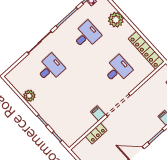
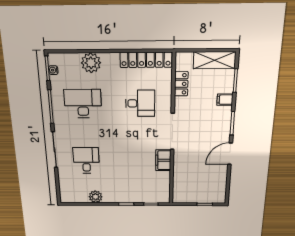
desk: (86, 35) -> (83, 104), width x1.37
desk: (118, 70) -> (140, 103), turned 90
filing cabinet: (98, 113) -> (163, 160), width x2.00
locker: (96, 133) -> (181, 84), moved

